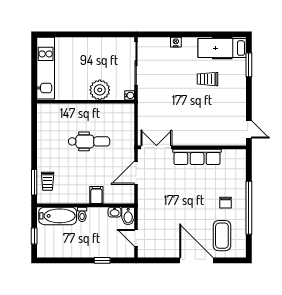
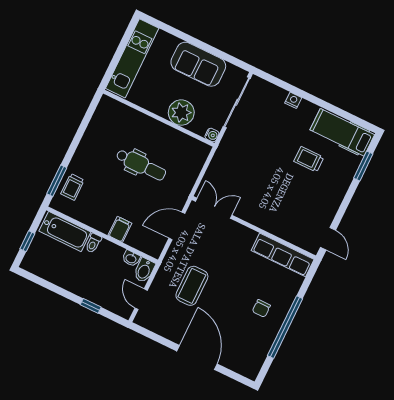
sofa: (95, 49) -> (198, 64), added
row of seats: (197, 157) -> (283, 255), moved
coffee table: (222, 236) -> (192, 286), moved

